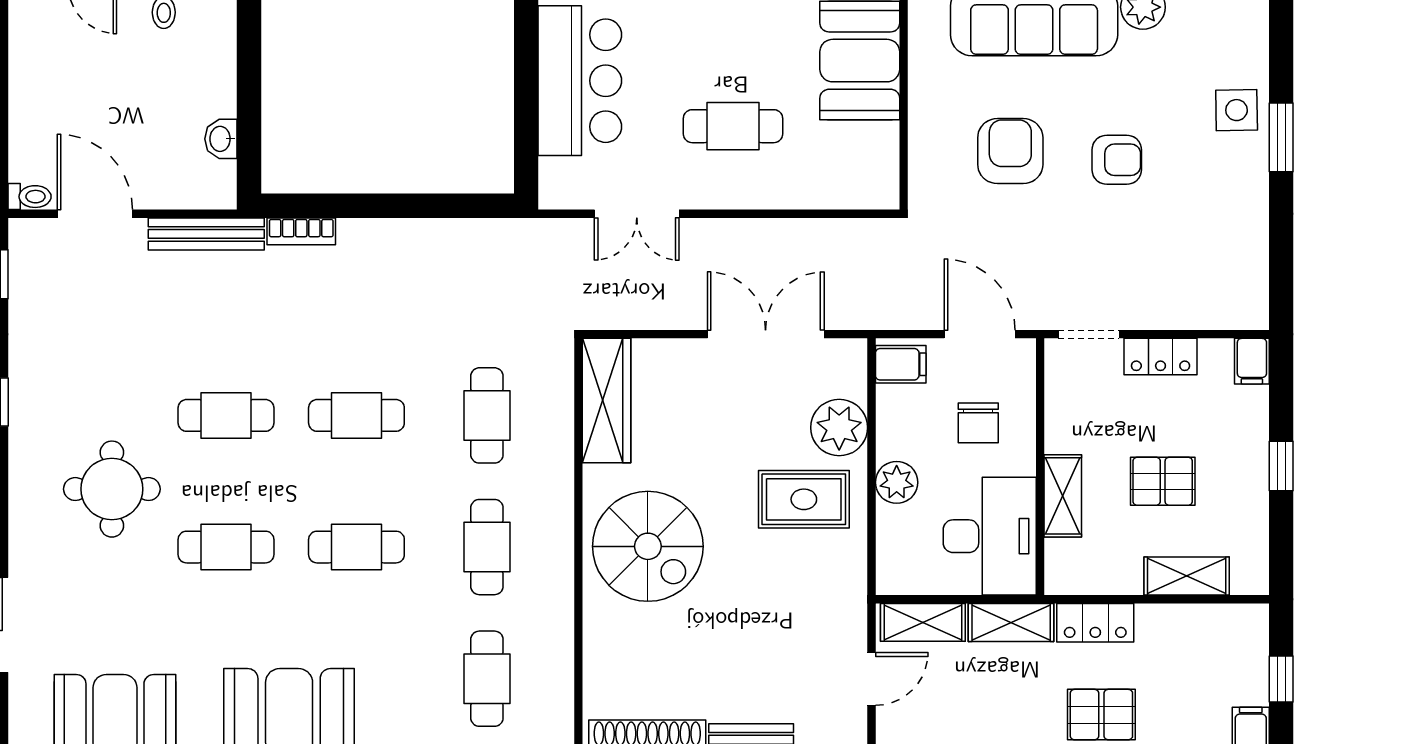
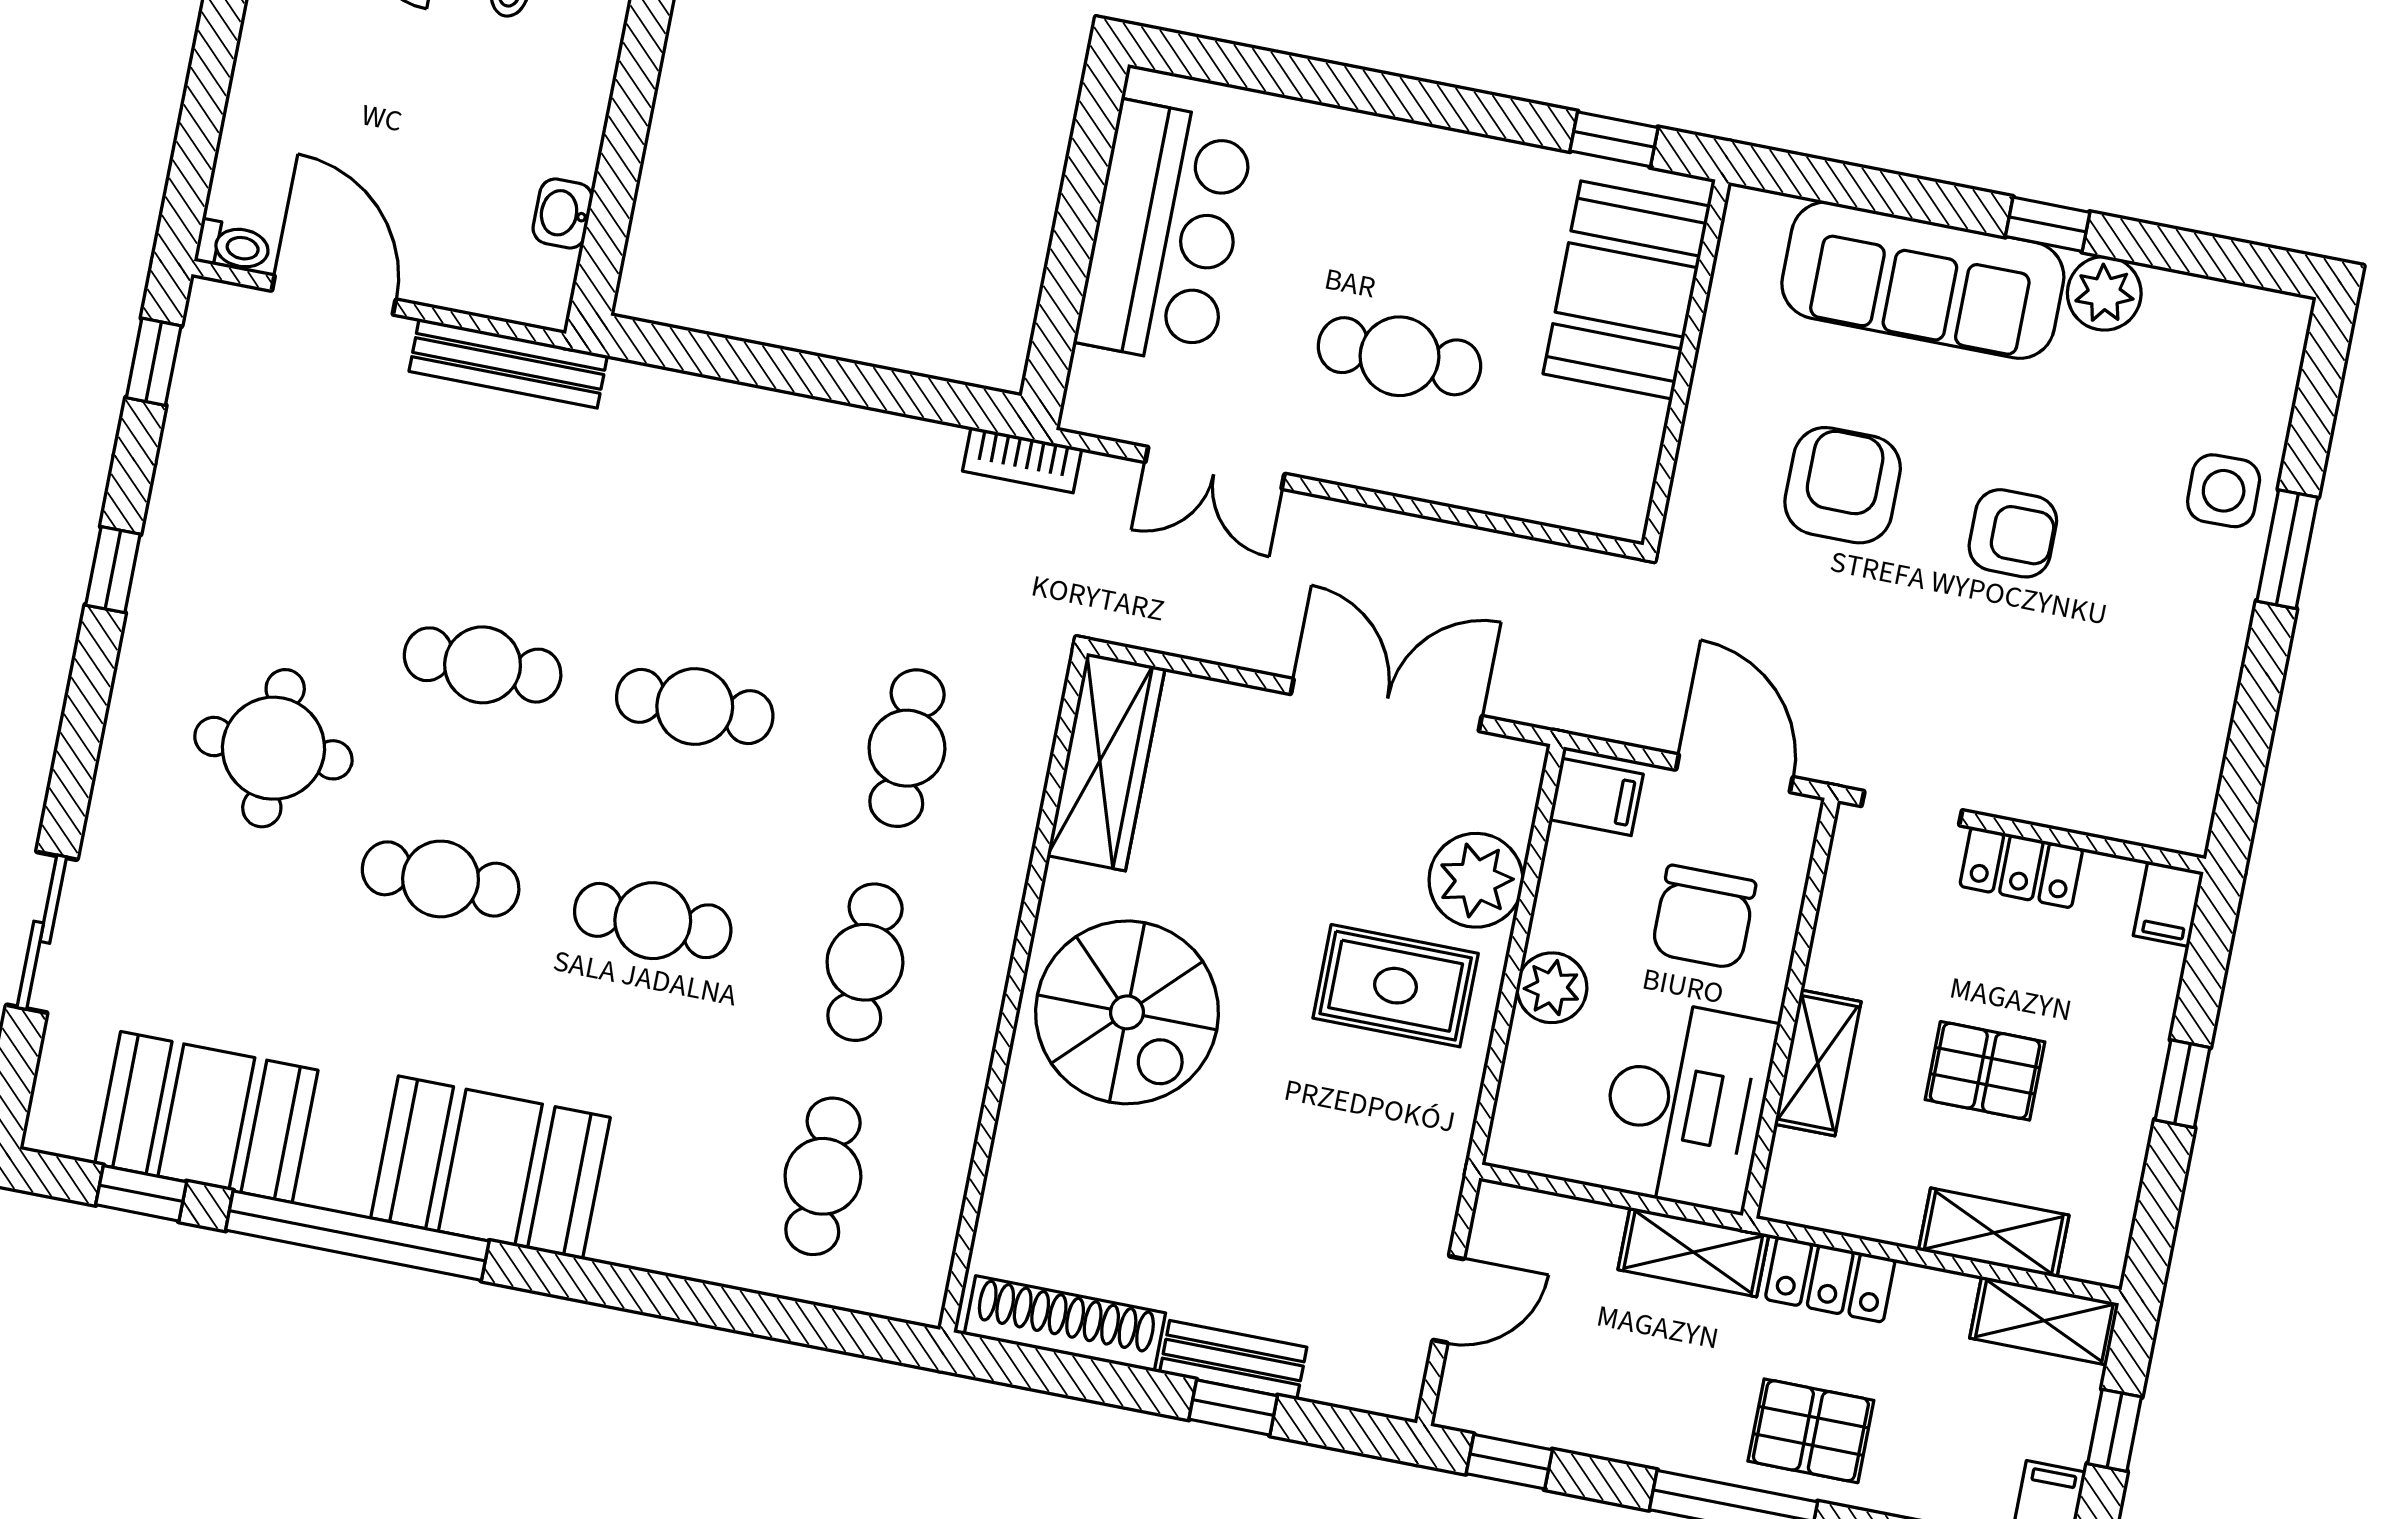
bookcase: (301, 231) -> (1022, 460), moved
chair: (978, 423) -> (1704, 917), width x1.37, depth x1.37
shelving: (923, 622) -> (2044, 1321), moved

